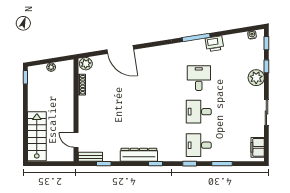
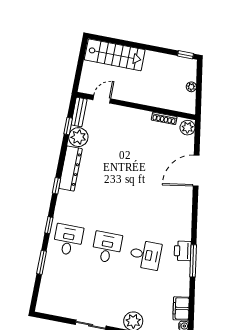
printer: (215, 44) -> (183, 251), moved
filing cabinet: (258, 147) -> (181, 308), moved, turned -99
plant: (111, 153) -> (78, 137), added

